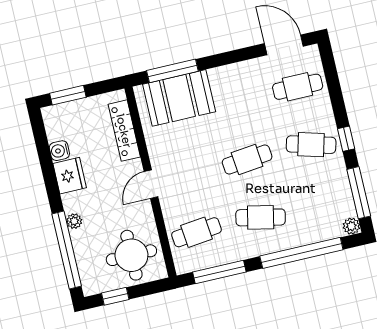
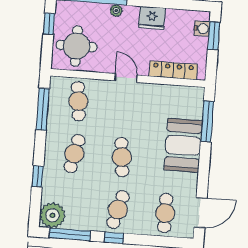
booth: (179, 98) -> (183, 145), moved
water cooler: (59, 151) -> (202, 28), moved, turned 90
plant: (351, 226) -> (52, 215), width x1.88, depth x1.88
window: (301, 253) -> (38, 176), width x0.32

